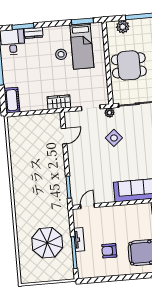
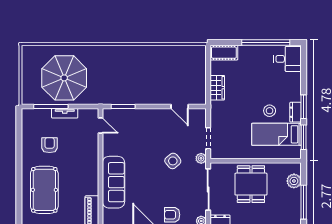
window: (23, 26) -> (304, 107), moved
dresser: (34, 33) -> (296, 112), moved
wardrobe: (59, 102) -> (217, 88), moved
parasol: (47, 243) -> (64, 78), width x1.36, depth x1.36

